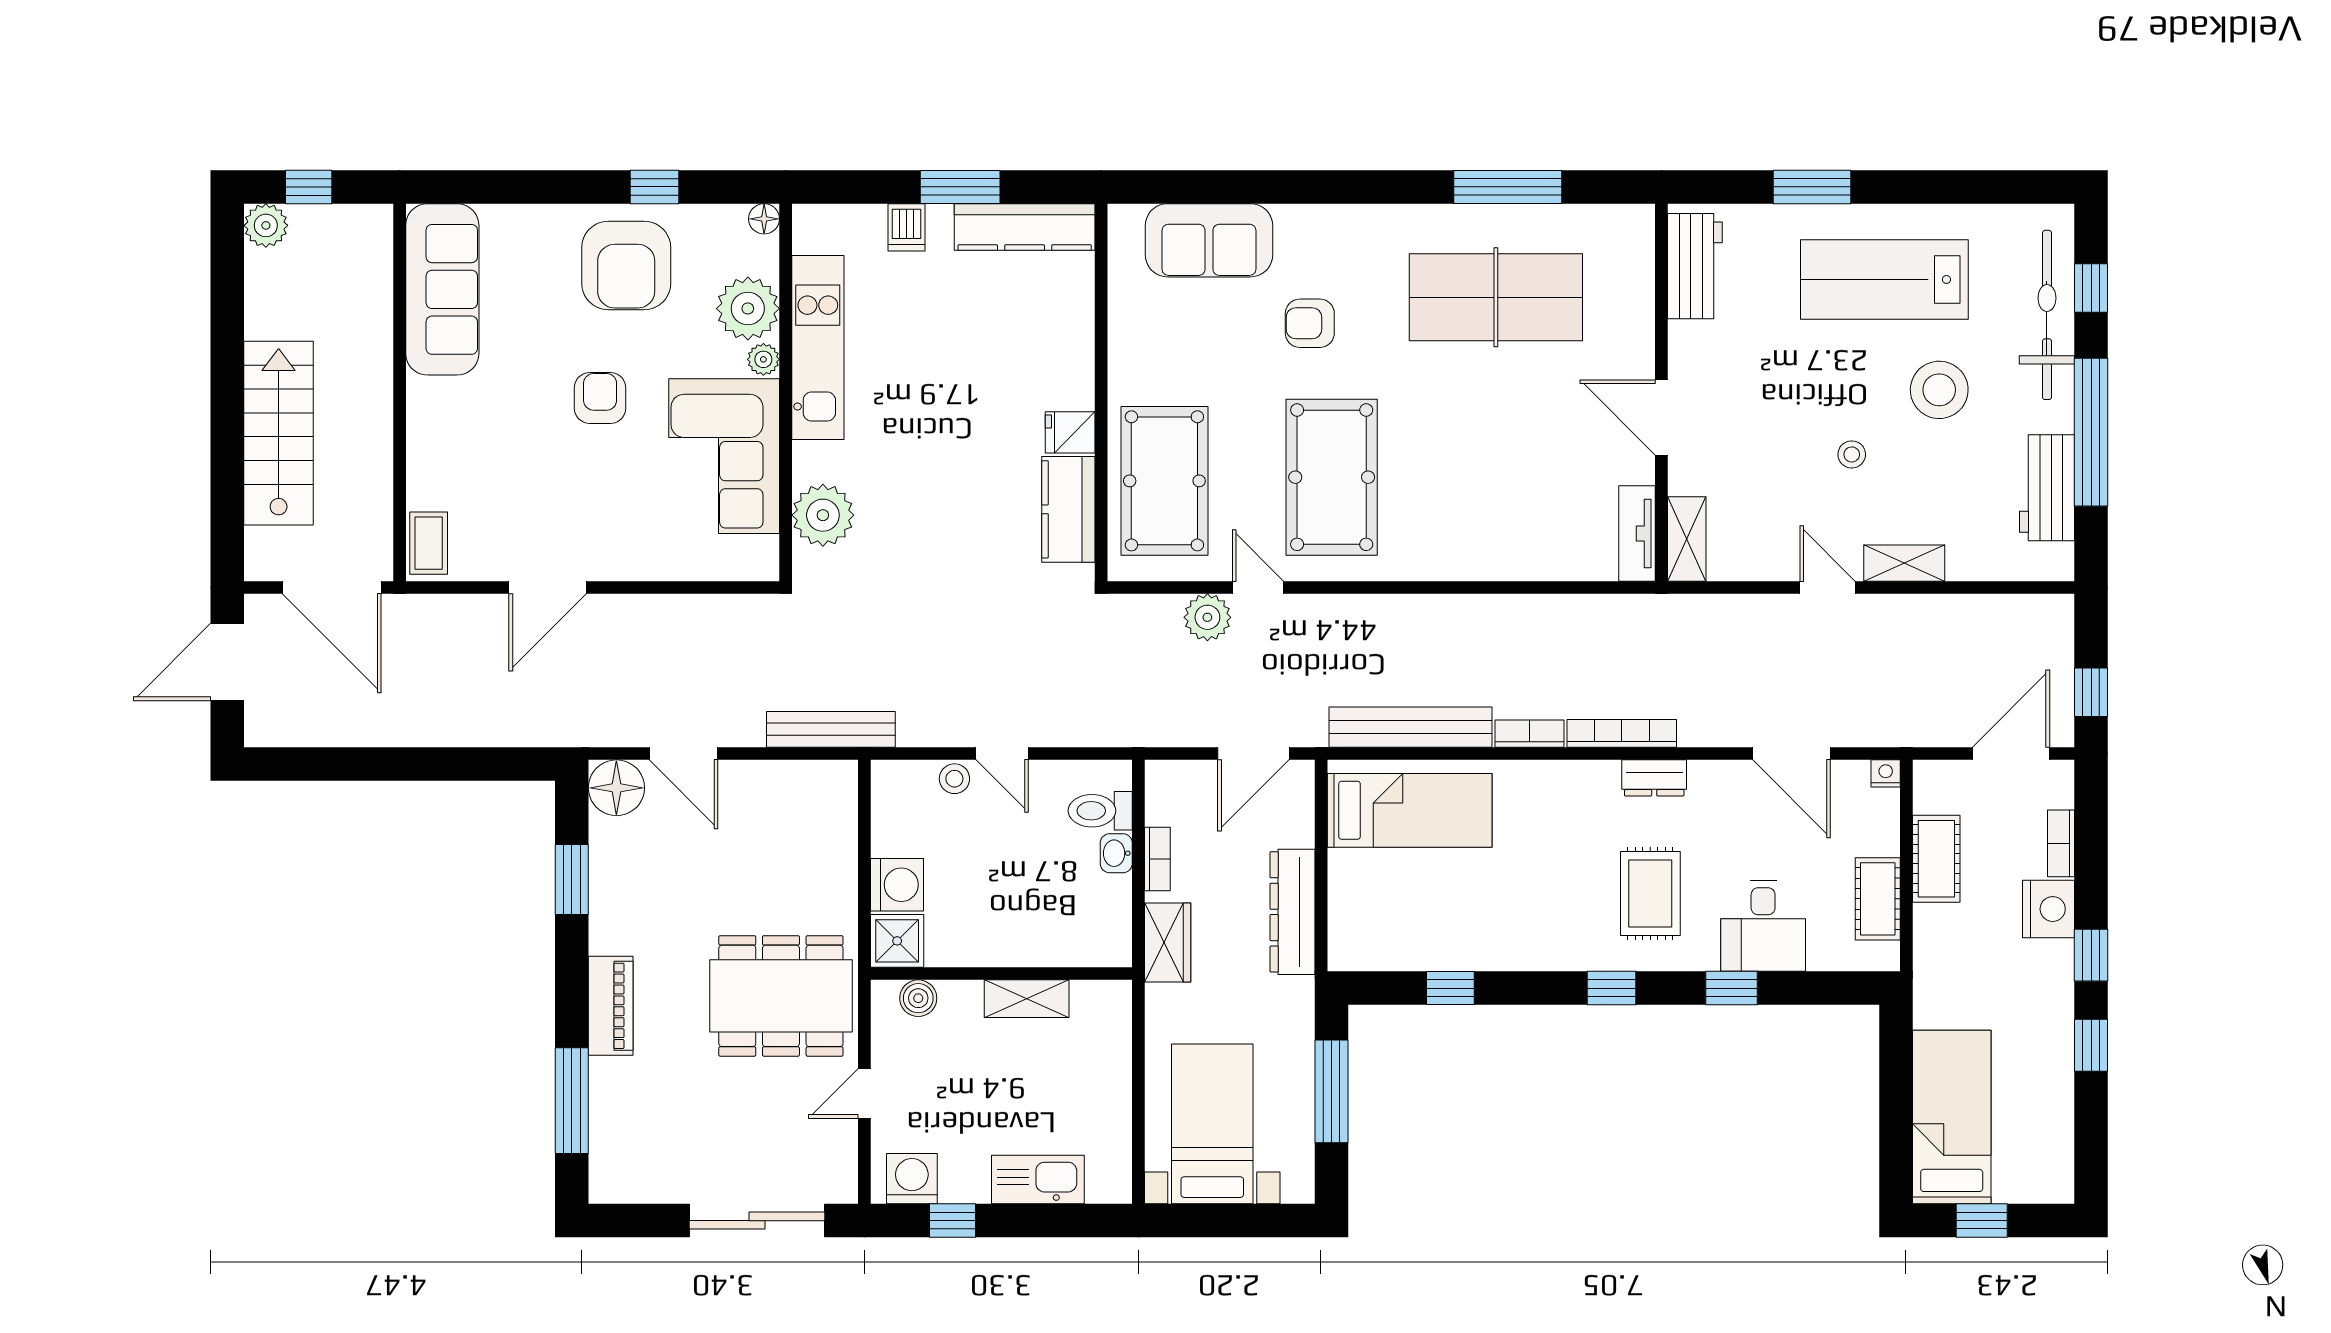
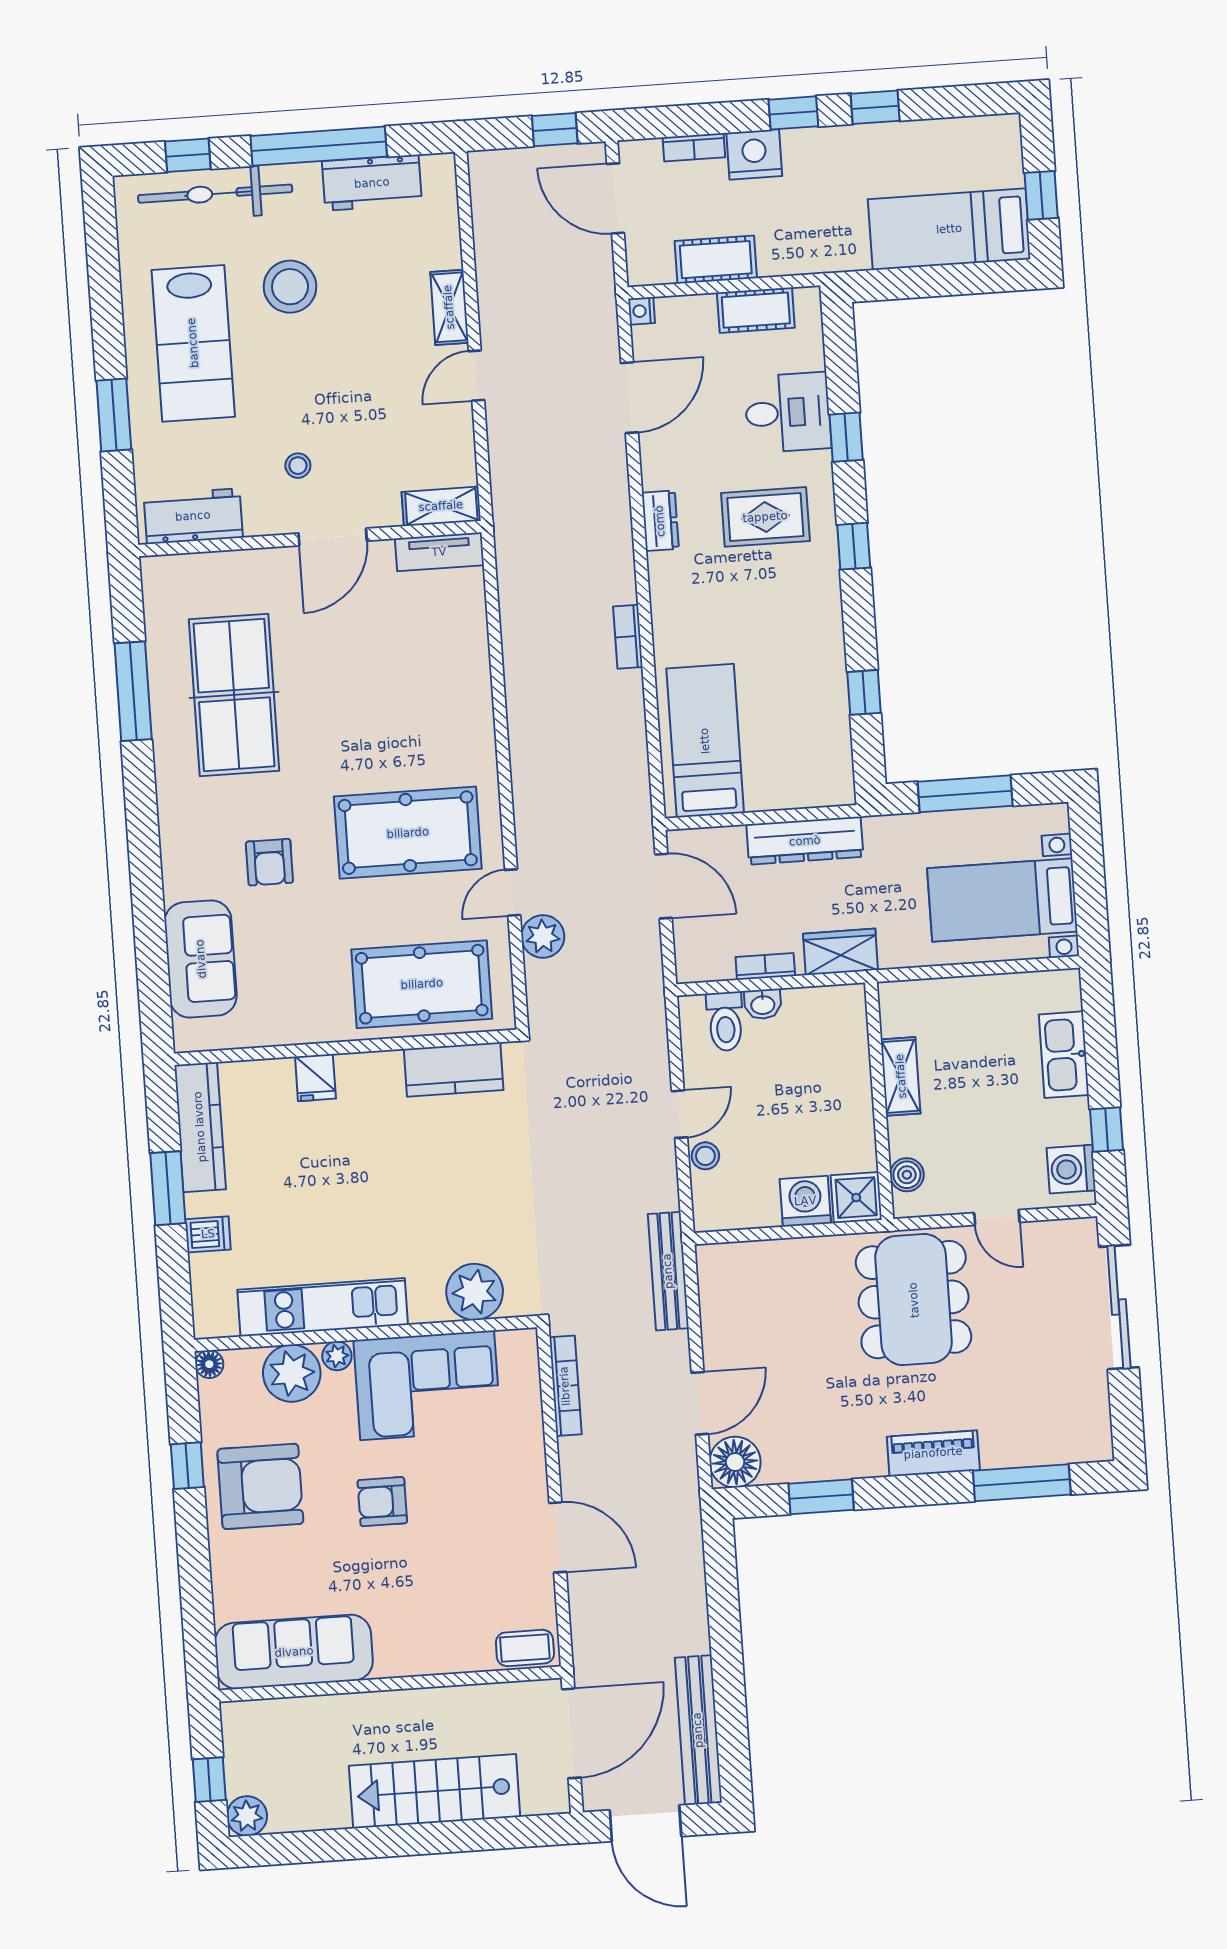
fridge: (1070, 432) -> (315, 1078), moved
stool: (1852, 454) -> (298, 466), moved
bench: (1410, 727) -> (698, 1730), moved
bookcase: (1622, 733) -> (565, 1386), moved, turned 180

